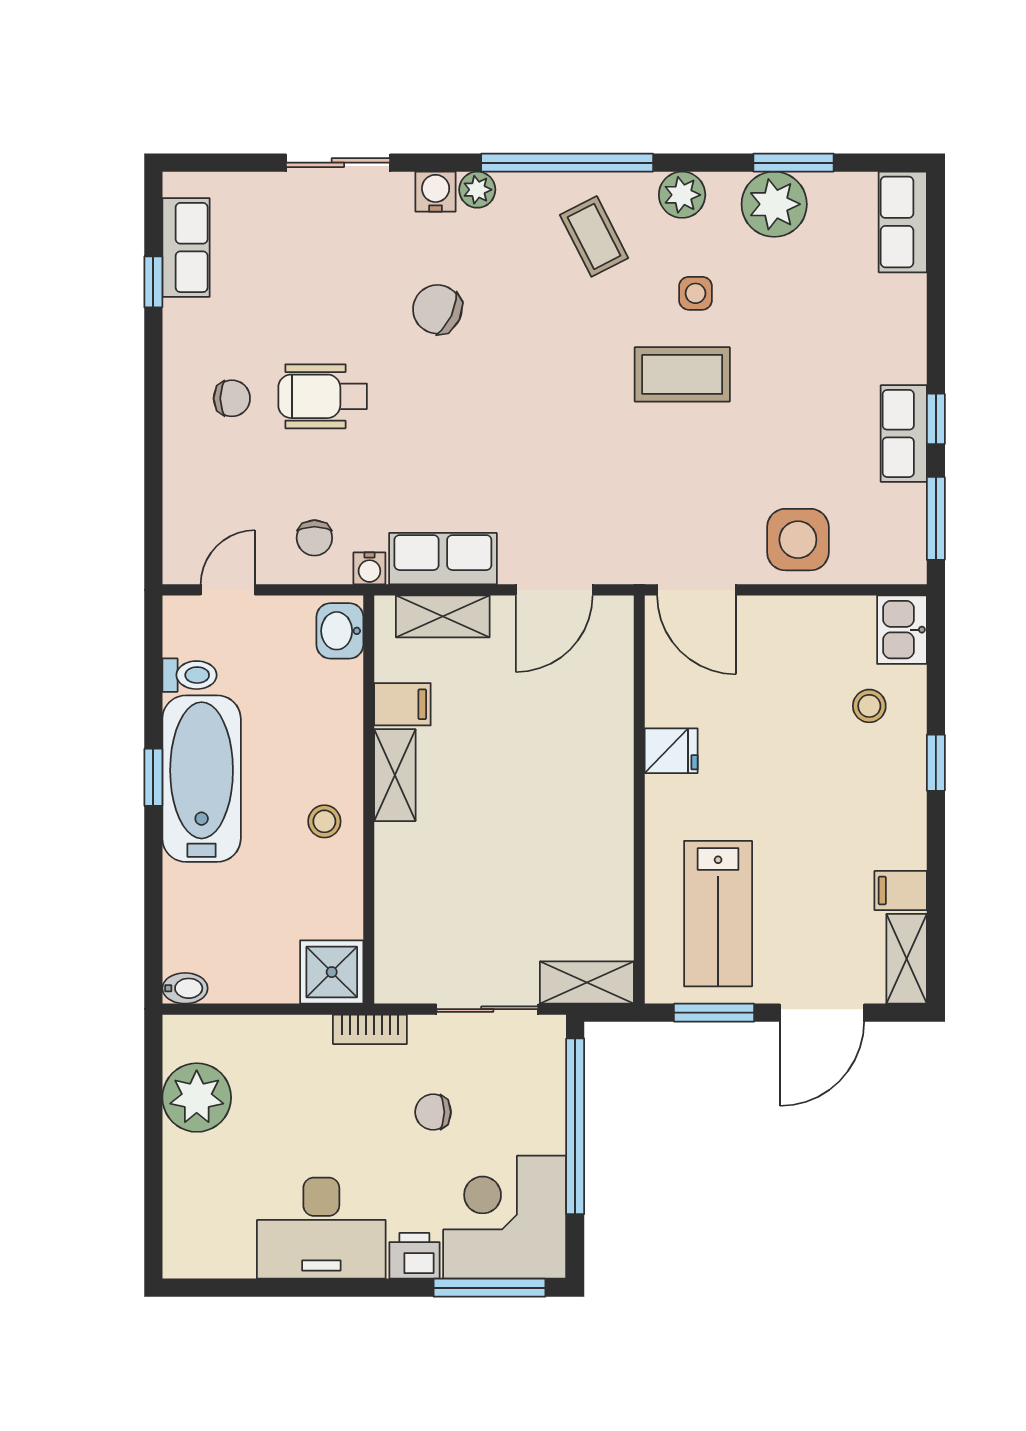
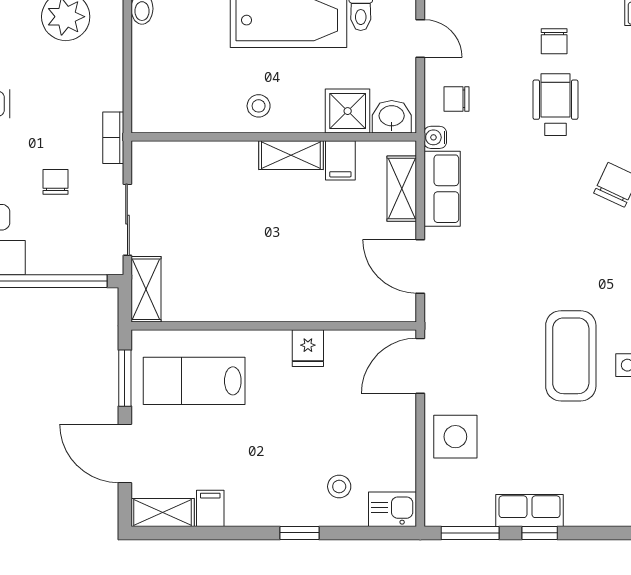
coffee table: (682, 374) -> (571, 356), width x1.36, depth x1.32
shower: (332, 972) -> (348, 111), moved

